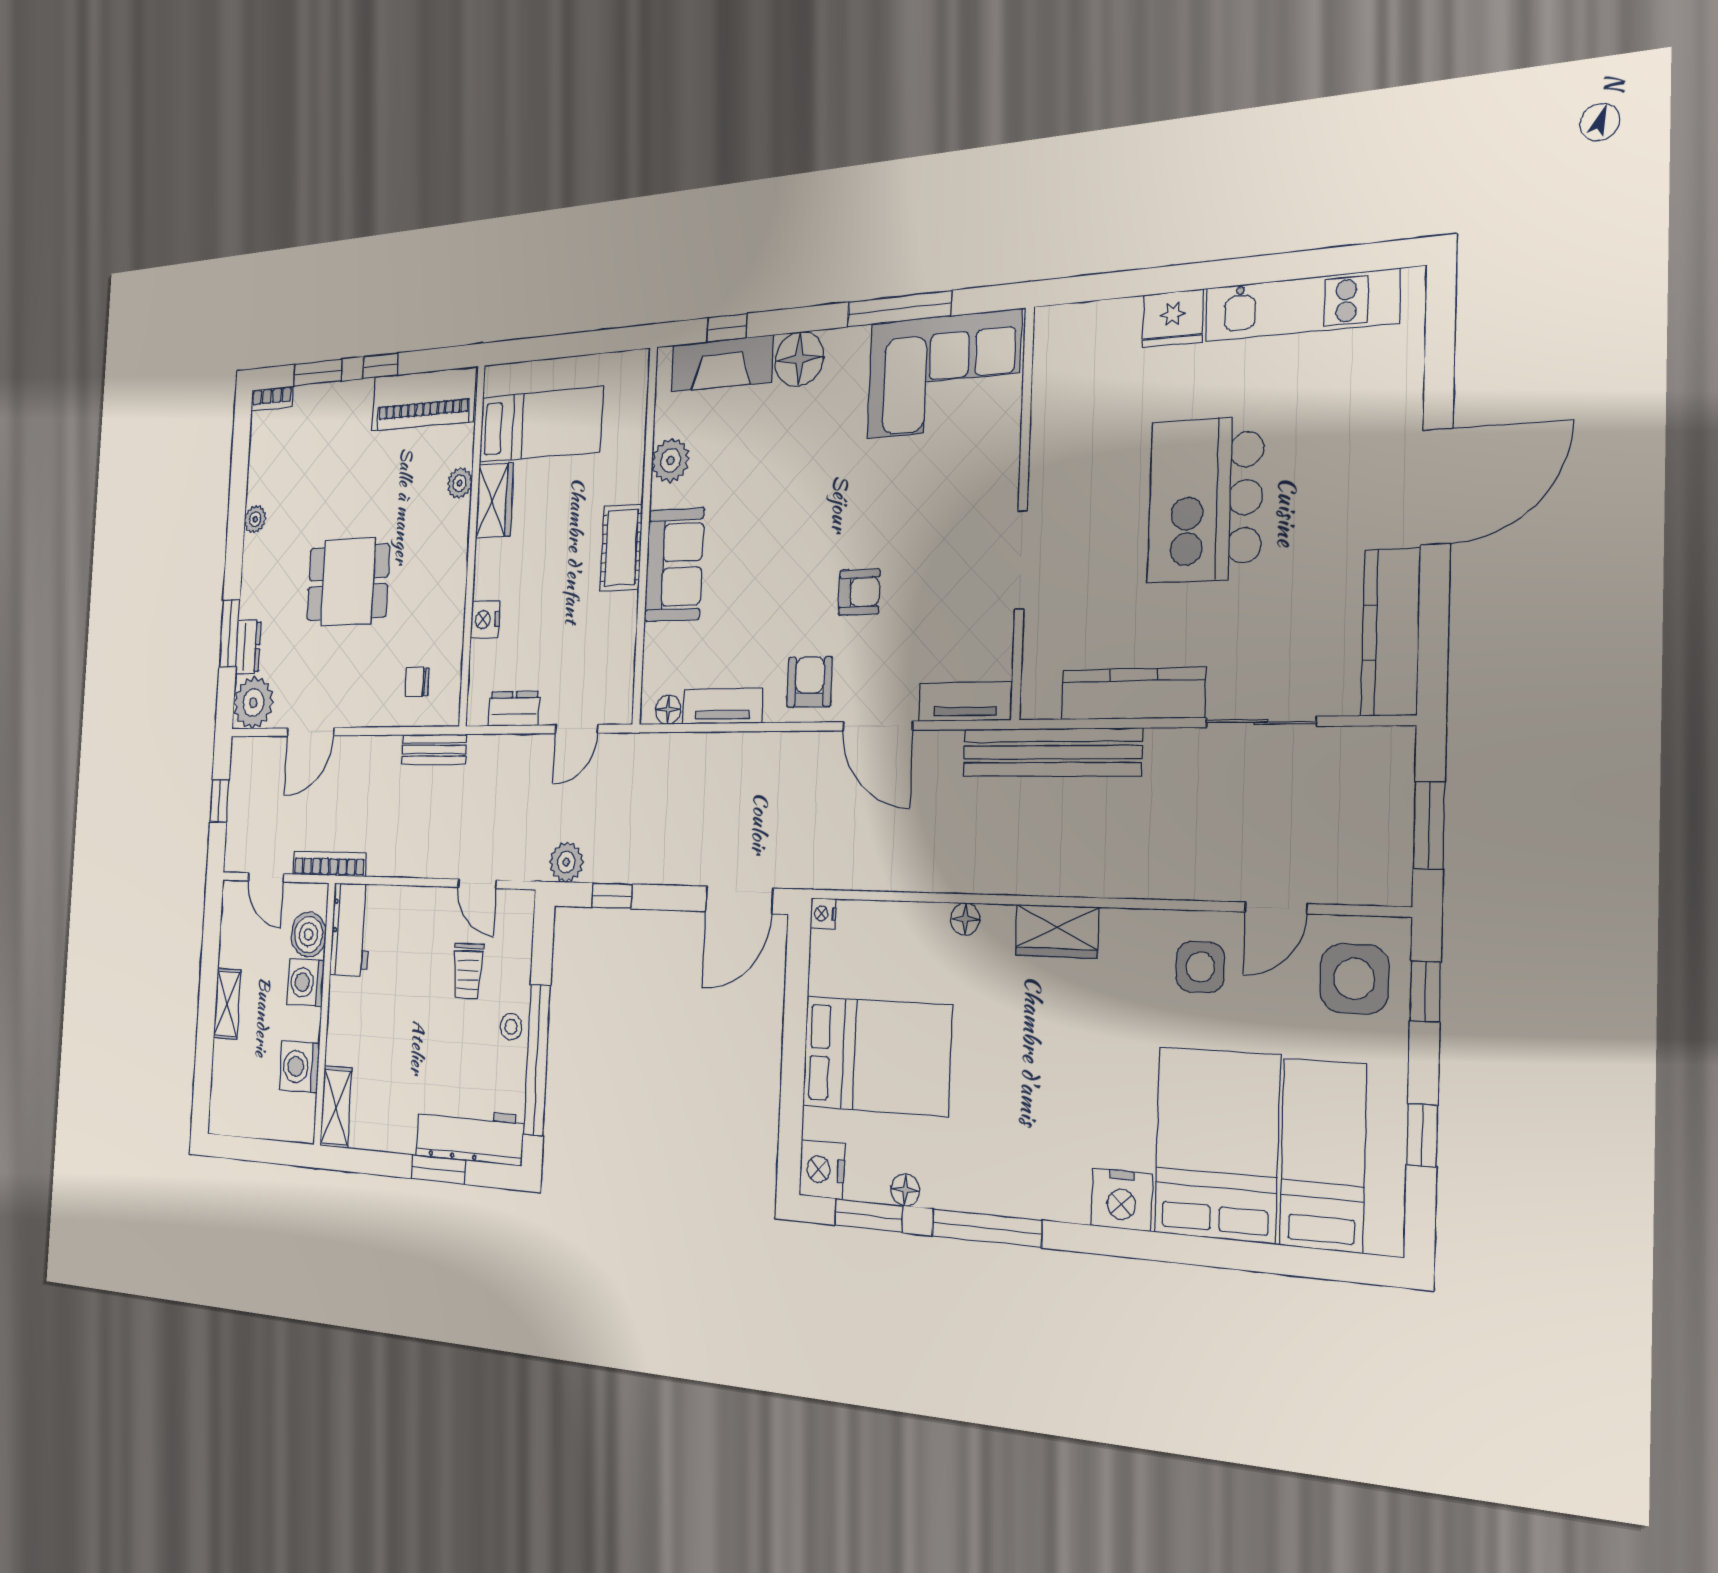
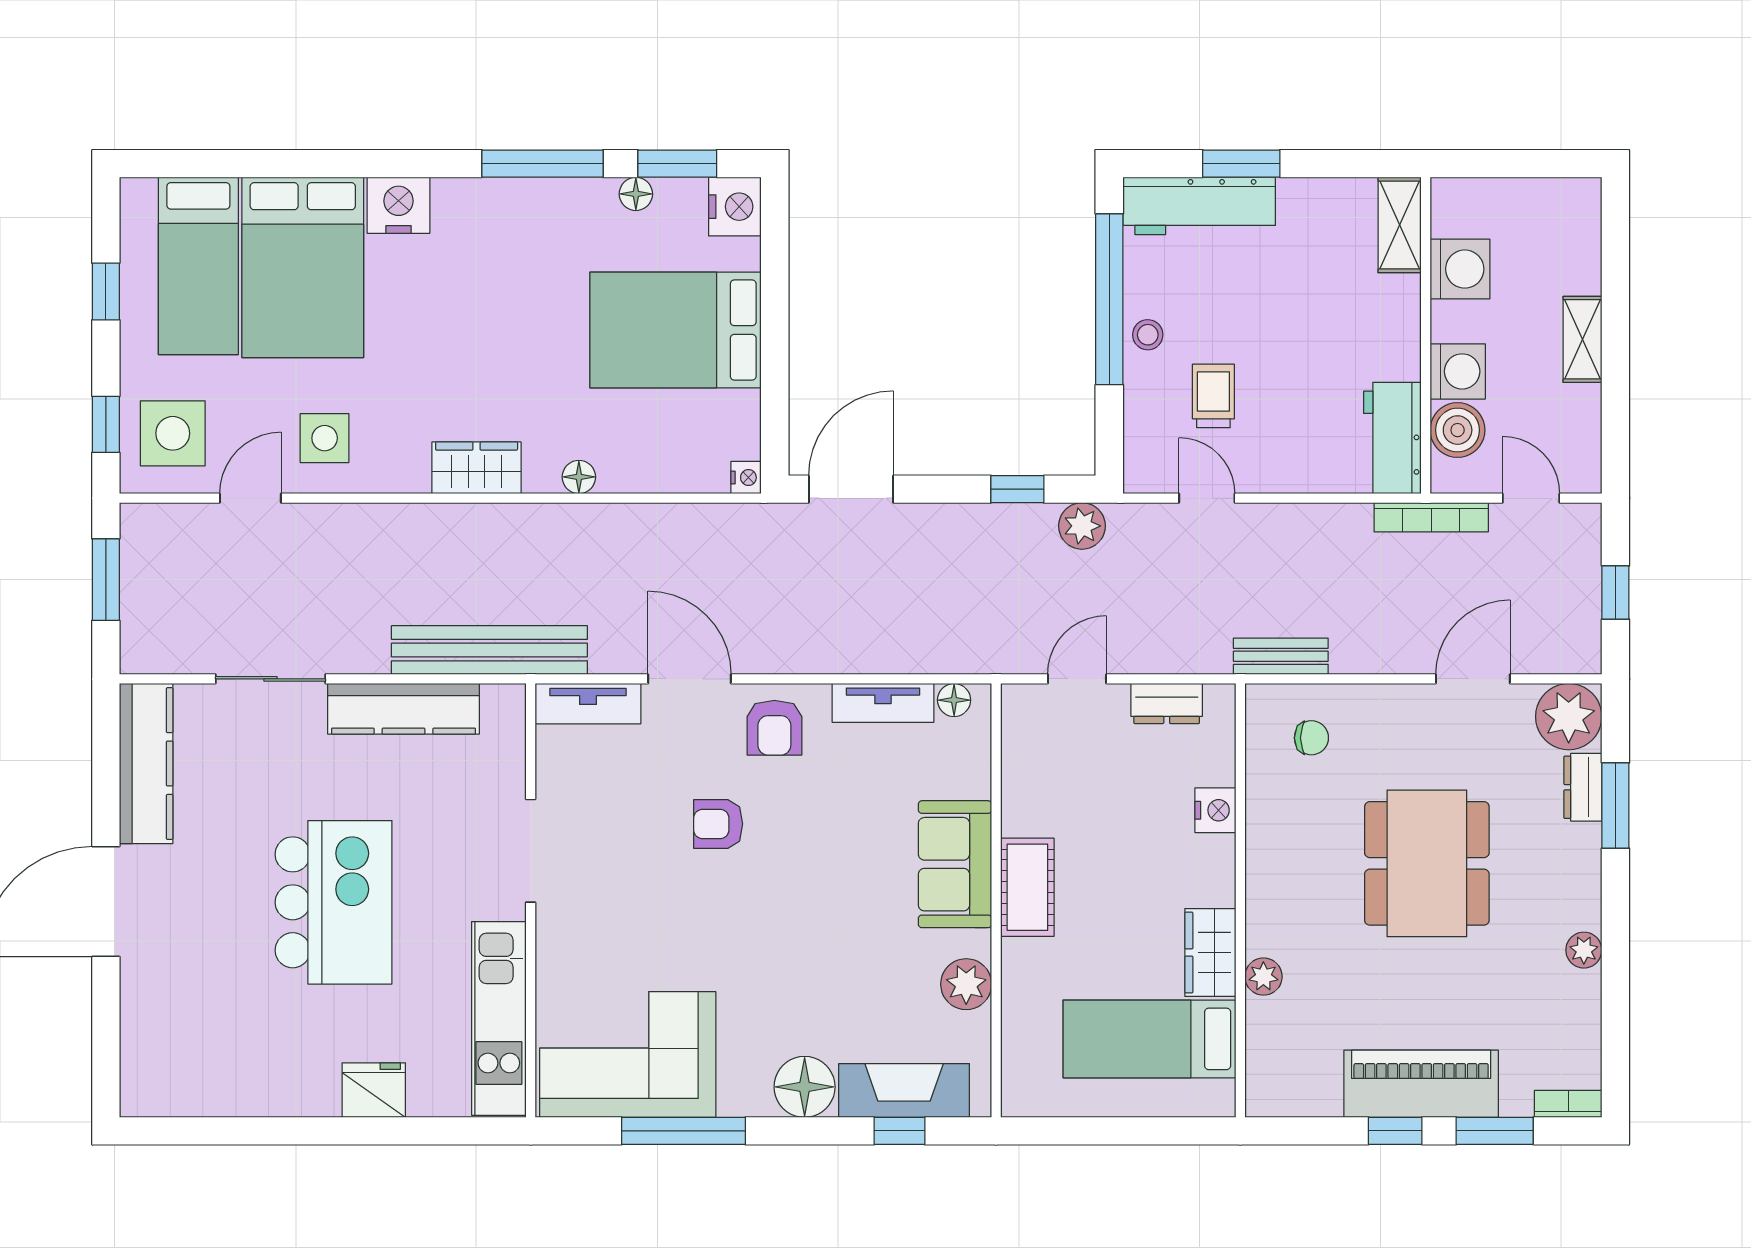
kitchen unit: (1301, 305) -> (499, 1018), moved, turned -90
piano: (424, 399) -> (1421, 1084), moved
dining table: (348, 582) -> (1427, 863), width x1.38

